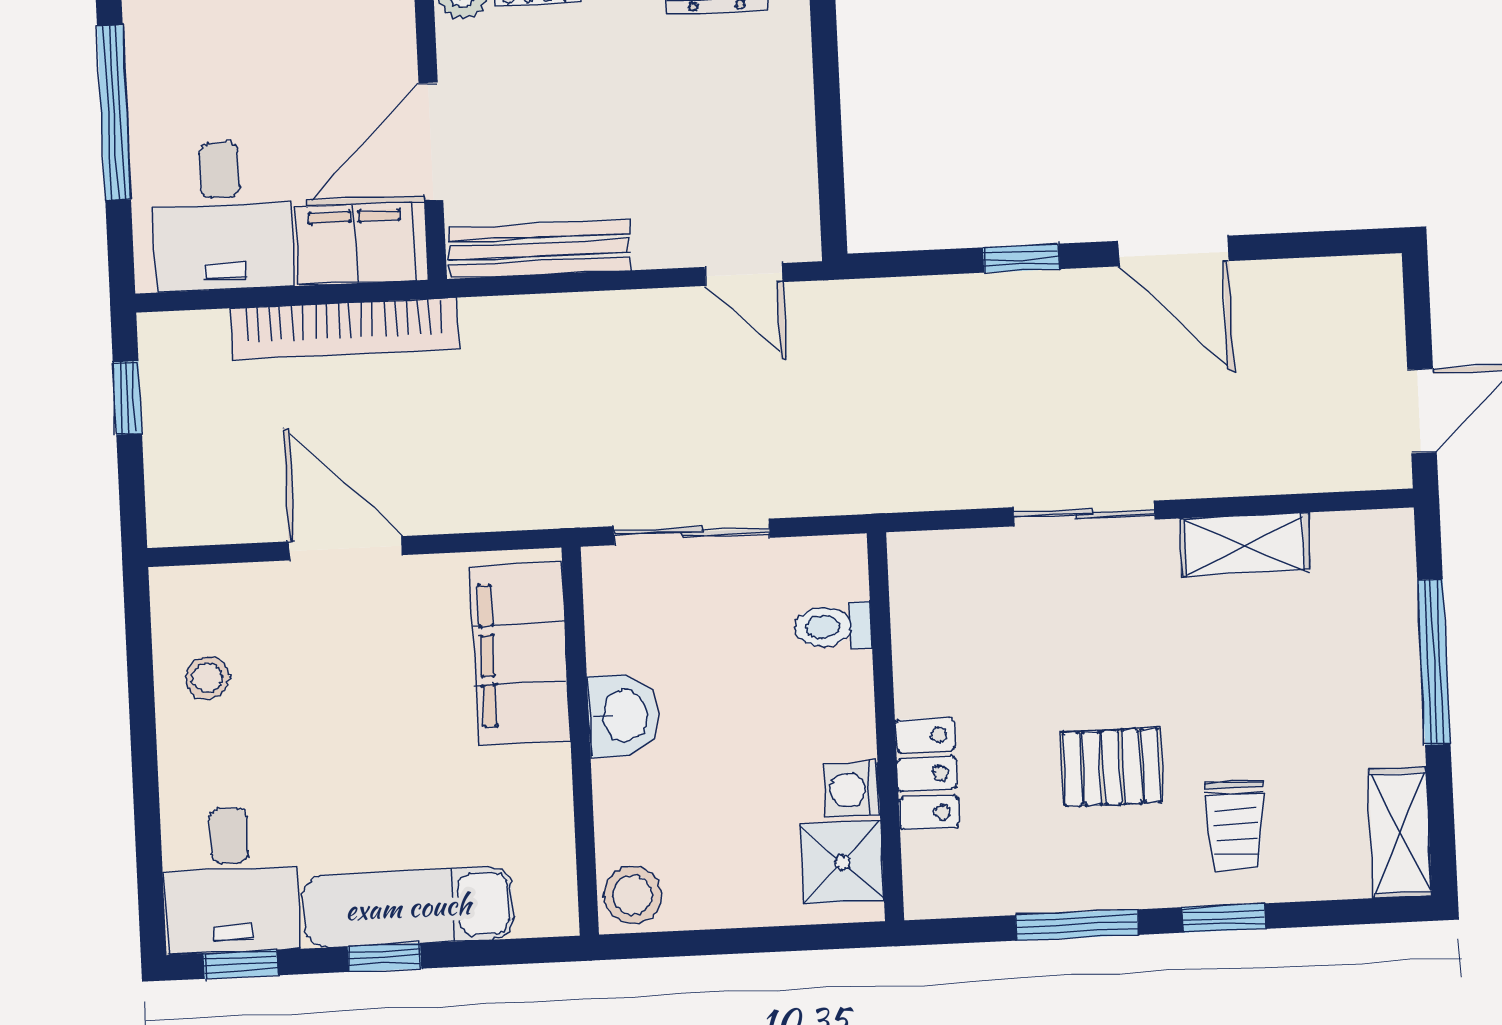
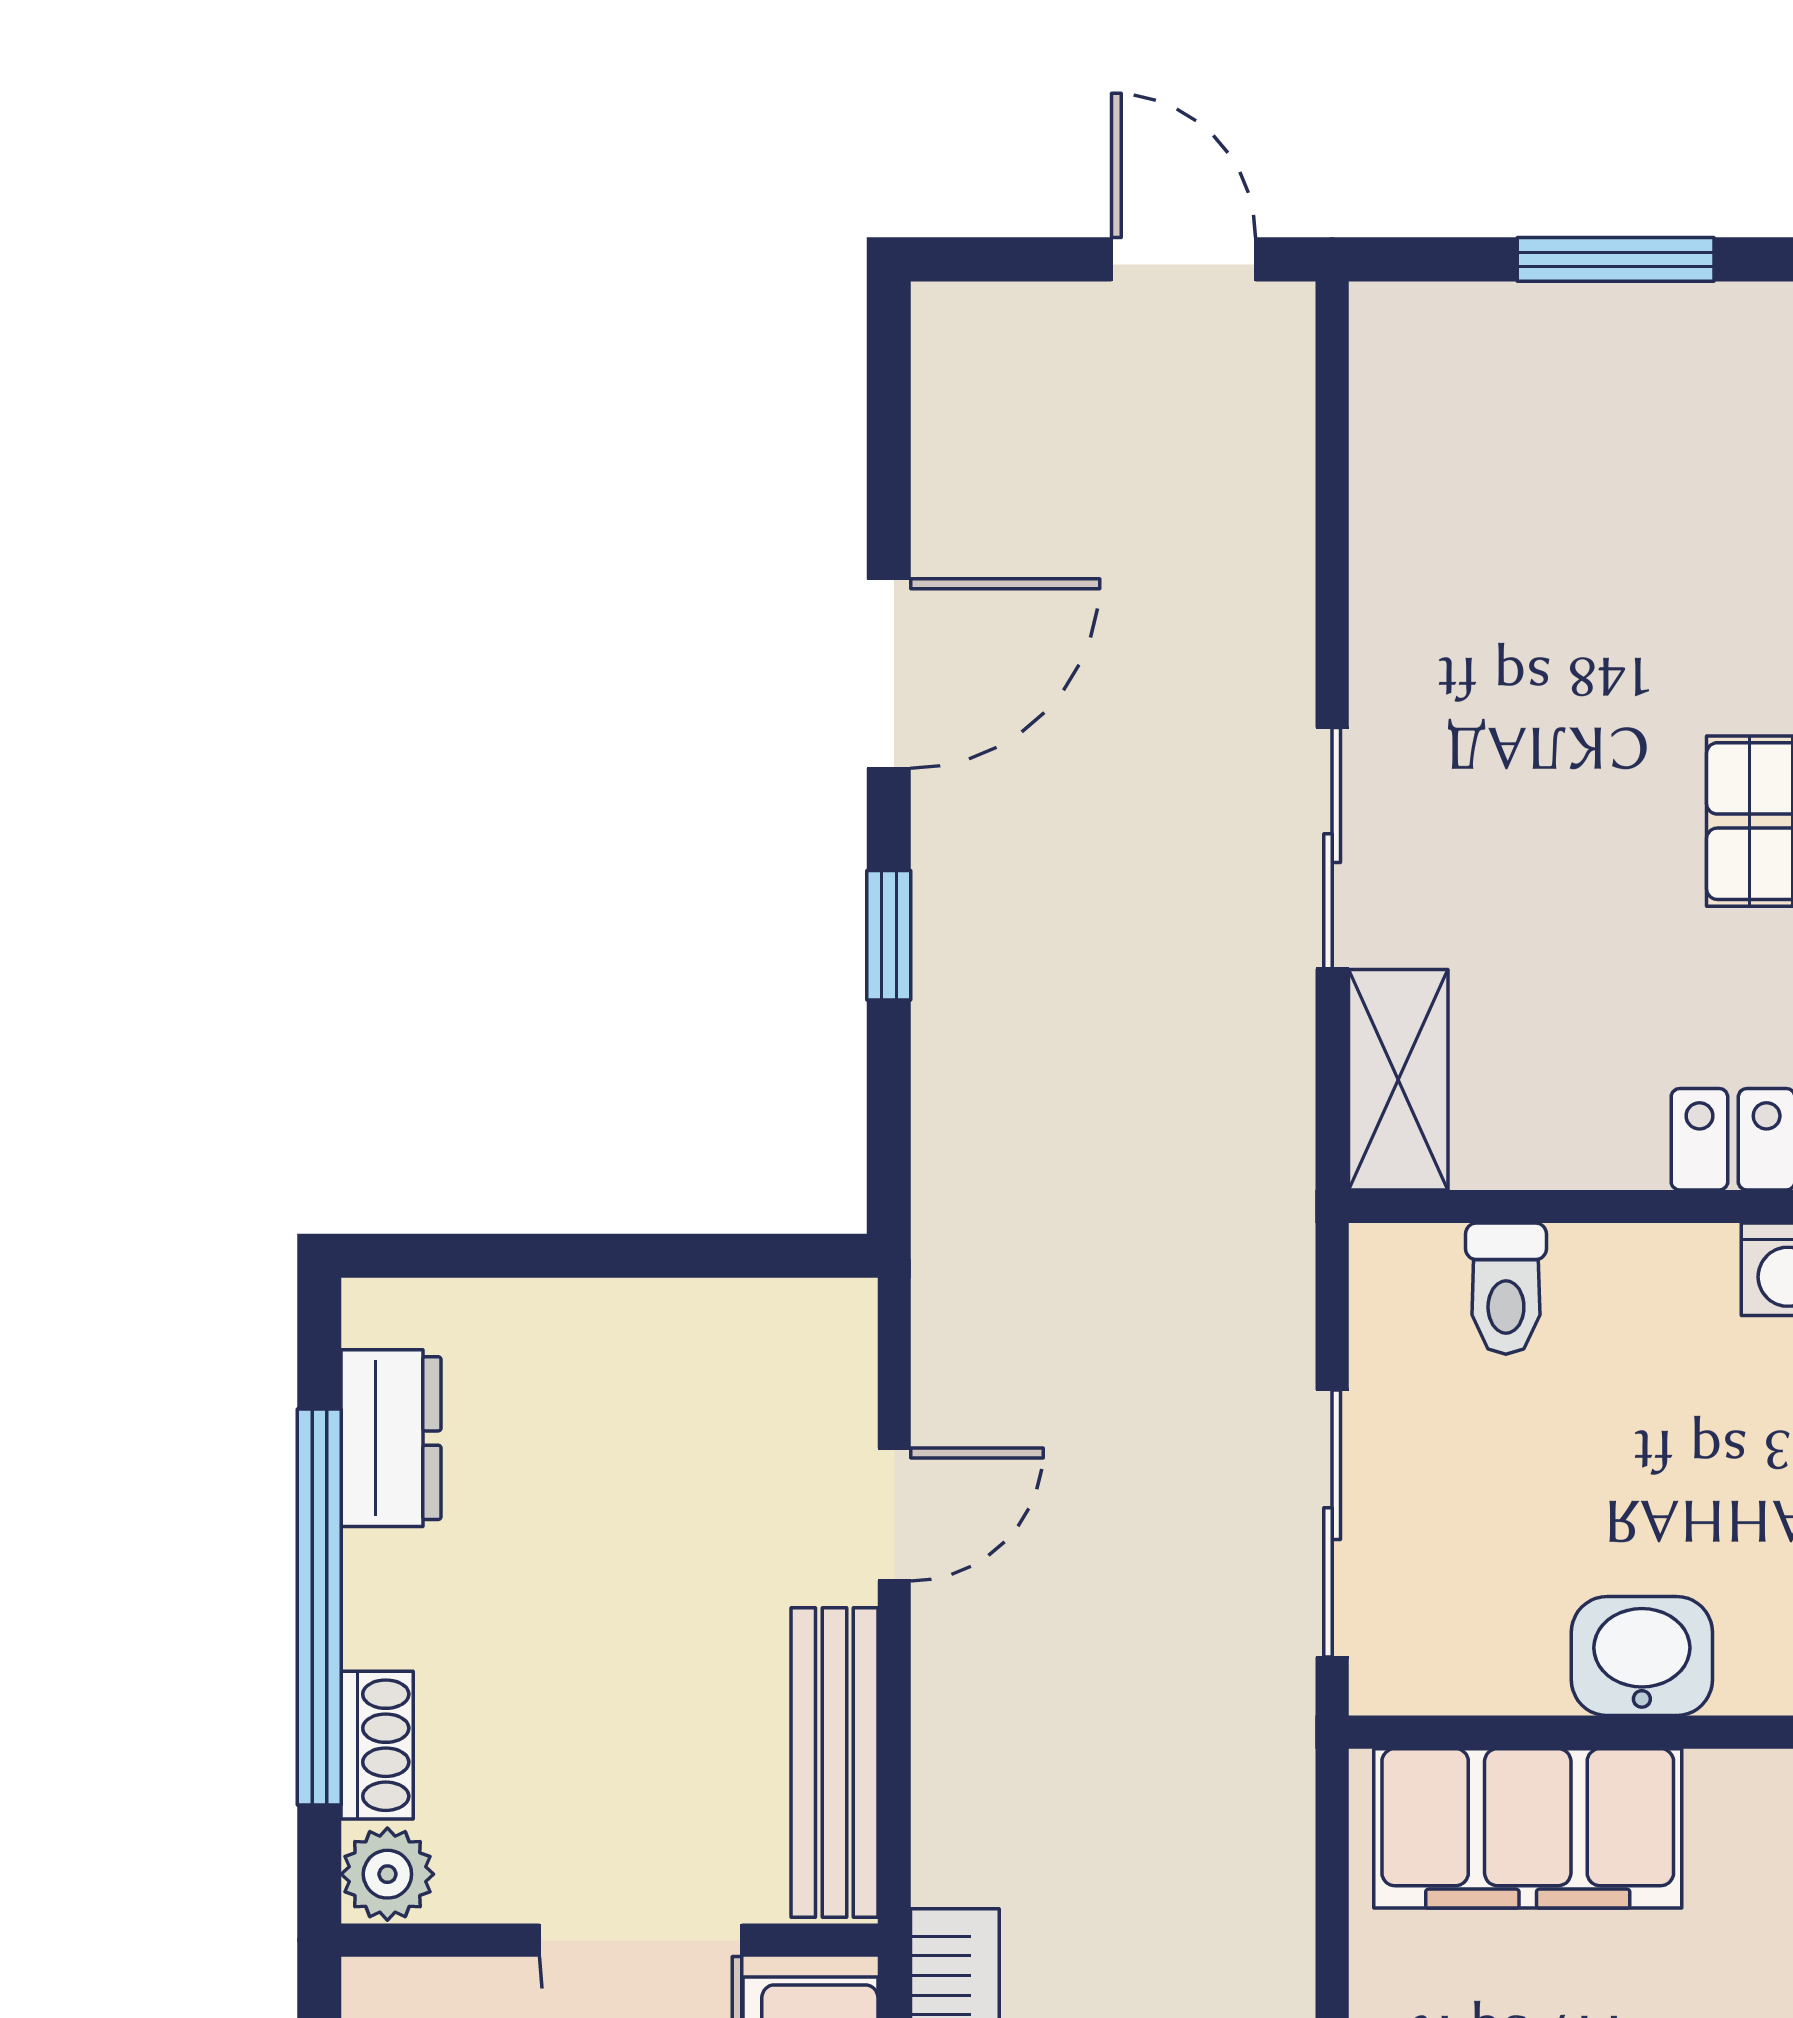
door: (744, 274) -> (894, 1514), moved
shelving: (1245, 544) -> (1398, 1080), moved
window: (1434, 662) -> (1616, 259), width x0.69

